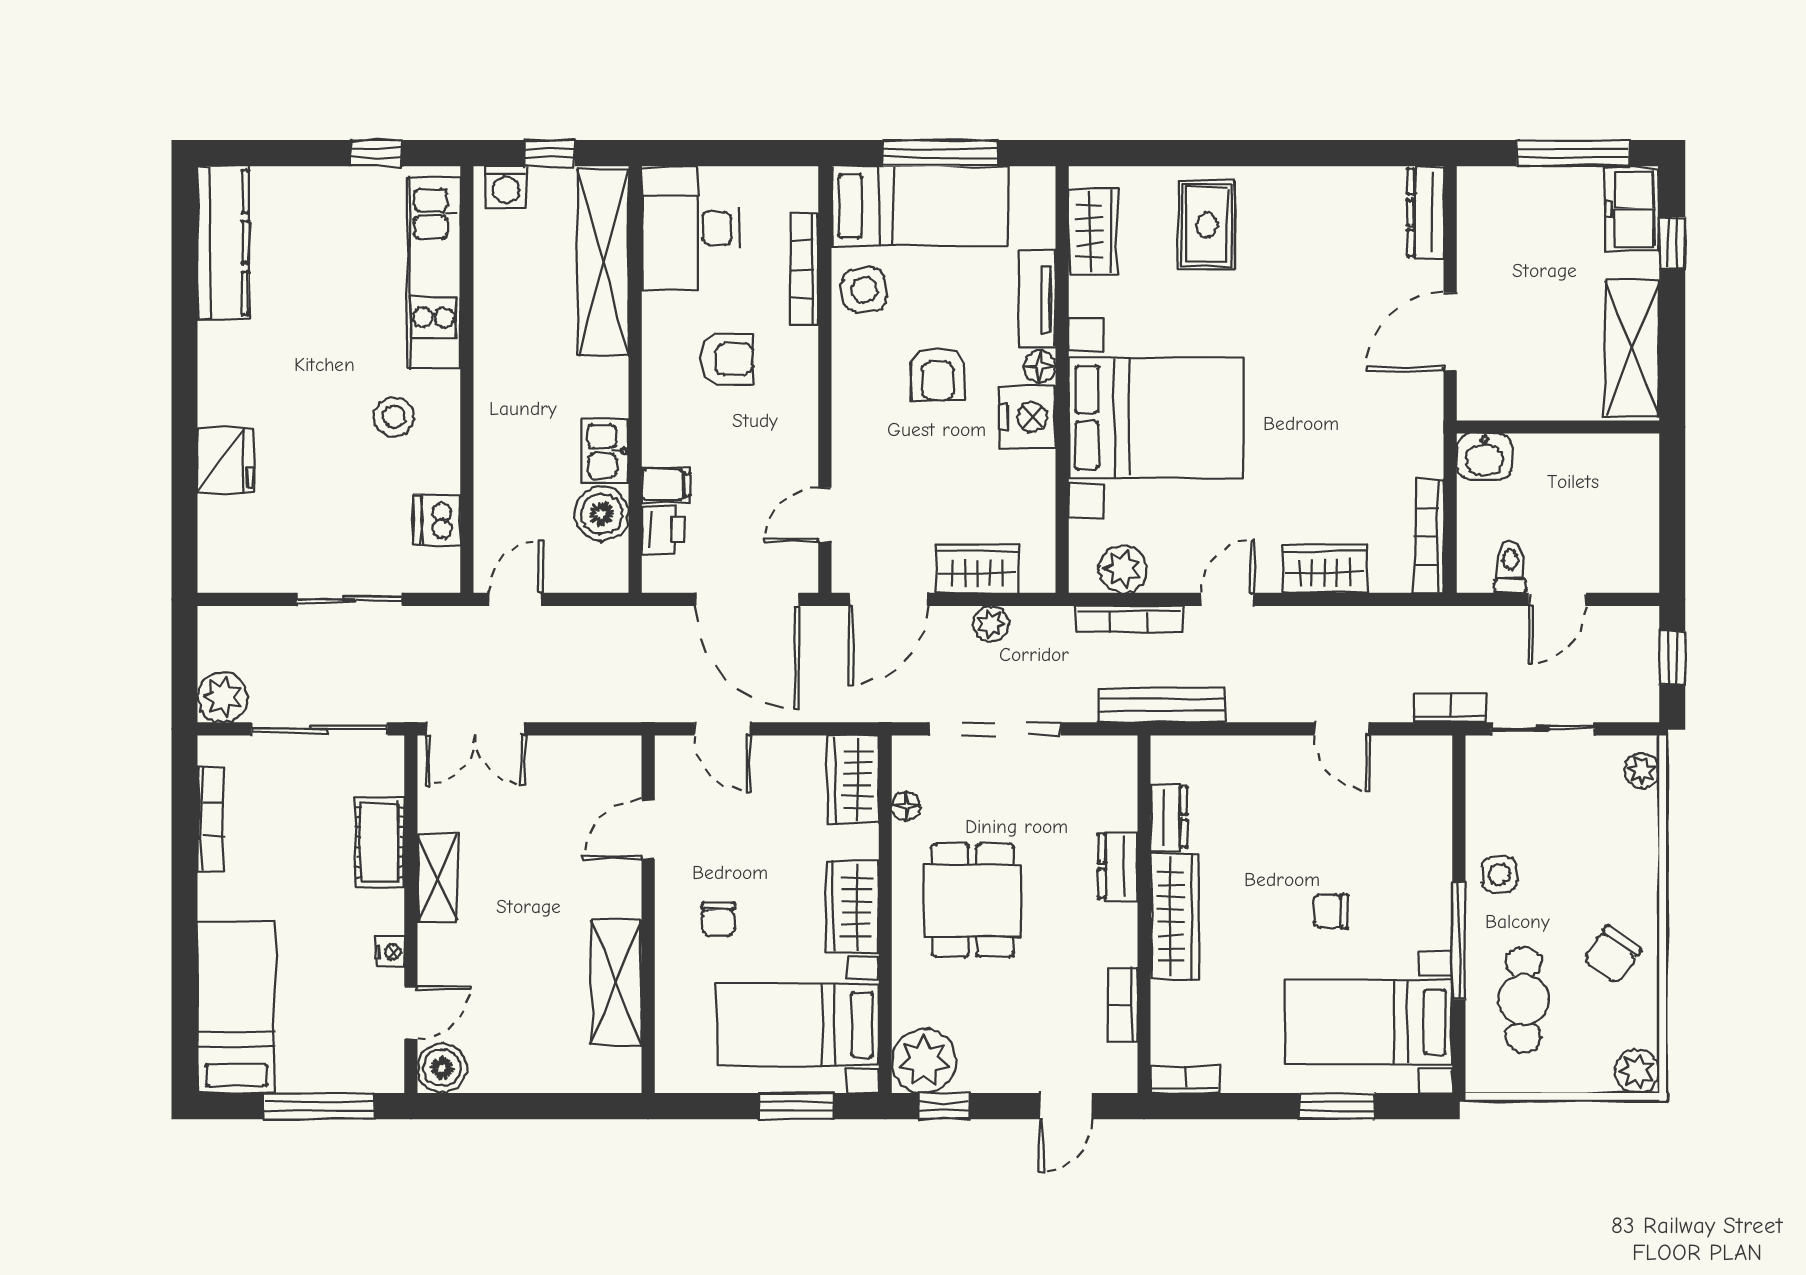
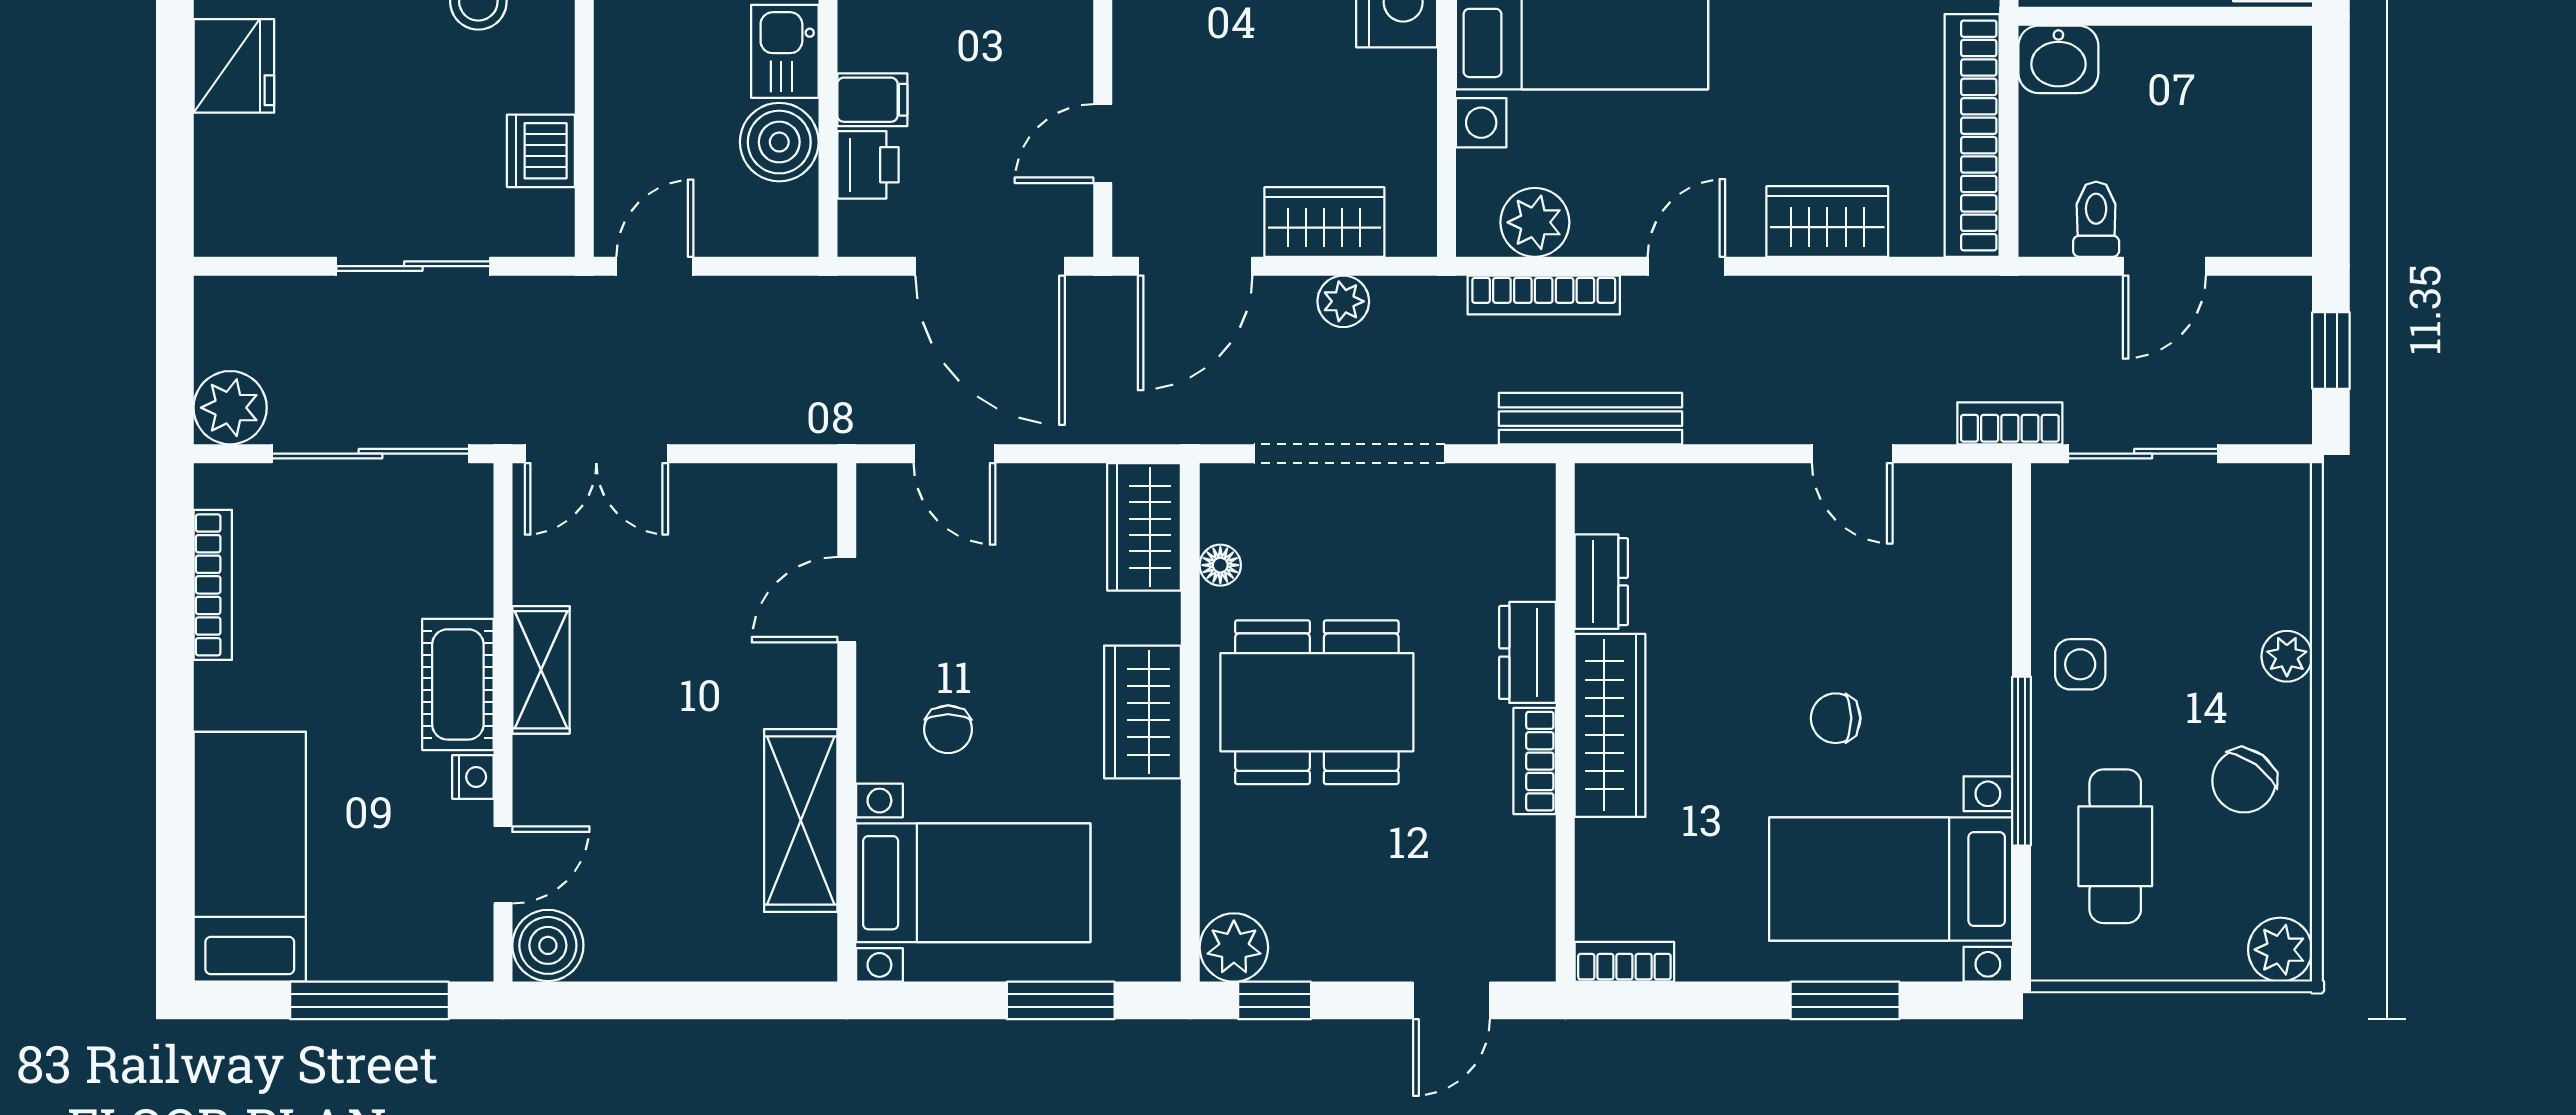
bookcase: (1429, 536) -> (1972, 135), width x1.48, depth x1.31
plant: (1642, 771) -> (2287, 656), moved
cot: (380, 842) -> (458, 684), moved
dining table: (973, 900) -> (1317, 702), width x1.37
bookcase: (1123, 1005) -> (1535, 761), moved
bed with nightstands: (798, 1025) -> (973, 883), moved, turned 180
plant: (924, 1061) -> (1234, 948), width x0.73, depth x0.73

